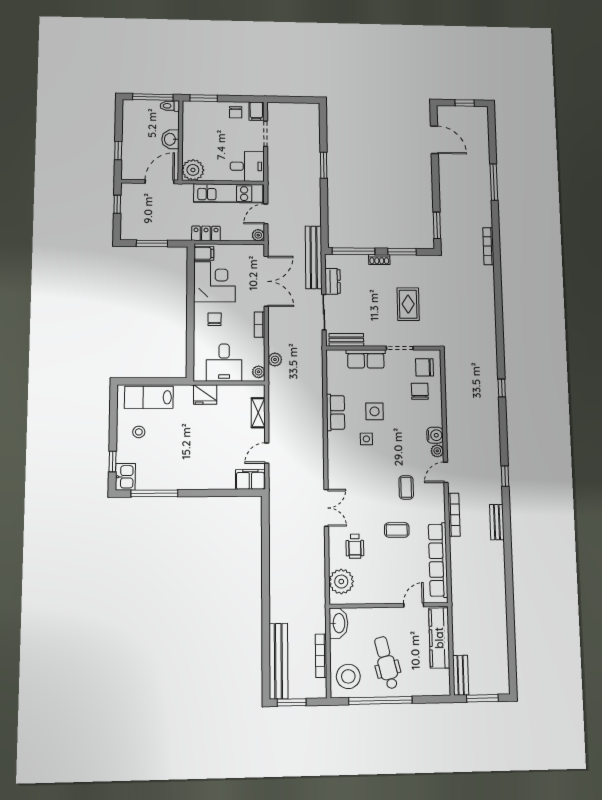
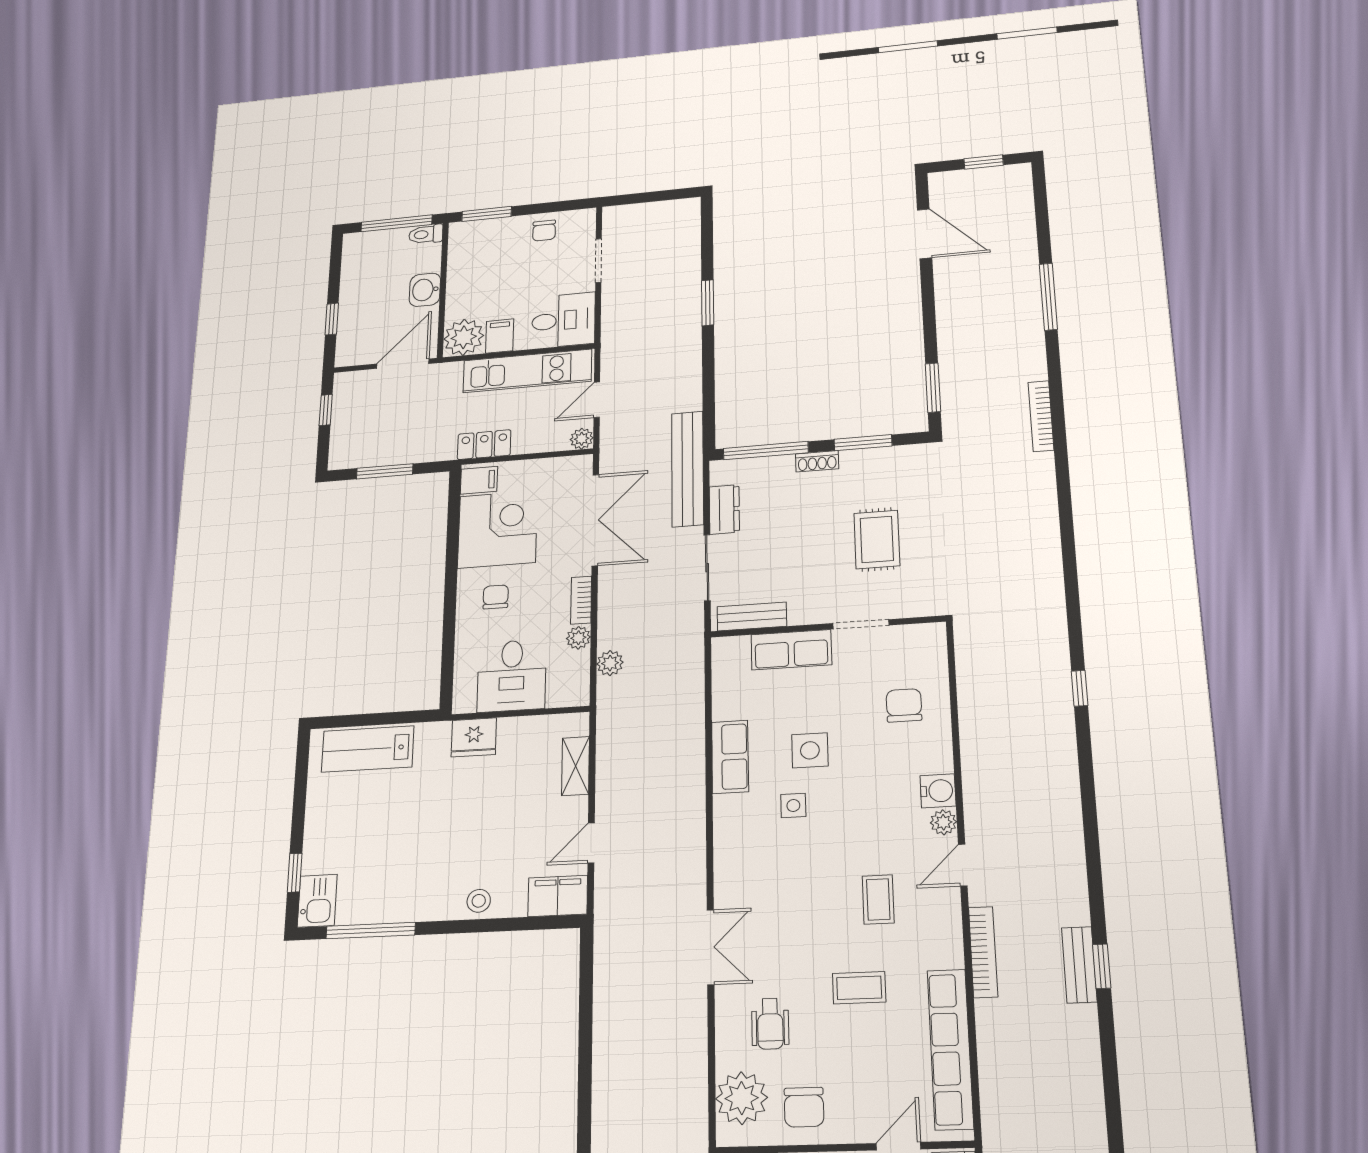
filing cabinet: (256, 111) -> (500, 336), moved, turned 180
chair: (425, 367) -> (804, 1107), moved, turned -90
plant: (259, 372) -> (578, 638), moved
stool: (139, 432) -> (479, 901), moved
window: (505, 476) -> (1102, 966), moved

